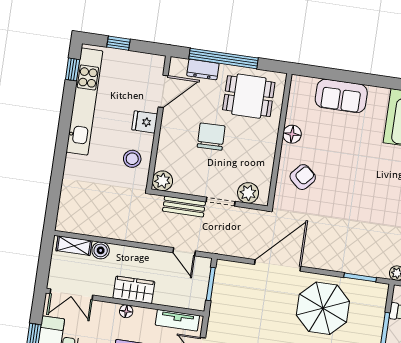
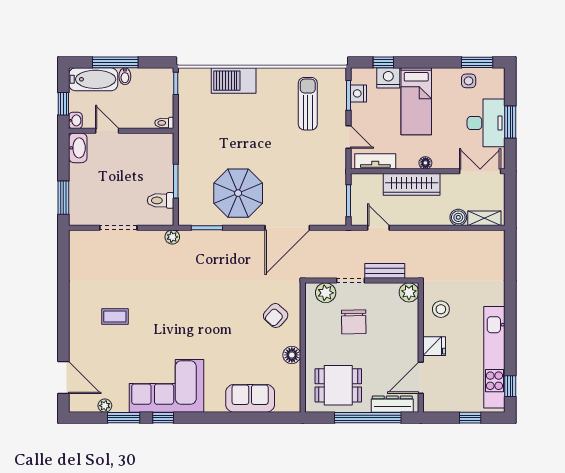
dresser: (203, 70) -> (392, 404), width x1.44
chair: (211, 137) -> (354, 322), moved
wardrobe: (134, 290) -> (412, 184), width x1.50

